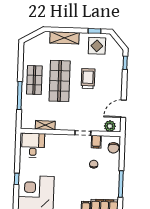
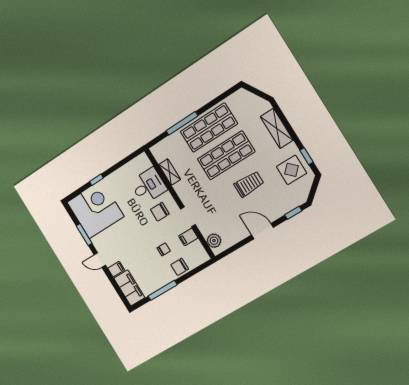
shop shelf: (34, 80) -> (209, 128), width x1.43, depth x1.36
door: (123, 109) -> (262, 231), moved
desk: (33, 145) -> (148, 186), moved
chair: (114, 148) -> (180, 267), moved
chair: (67, 150) -> (160, 212), added

